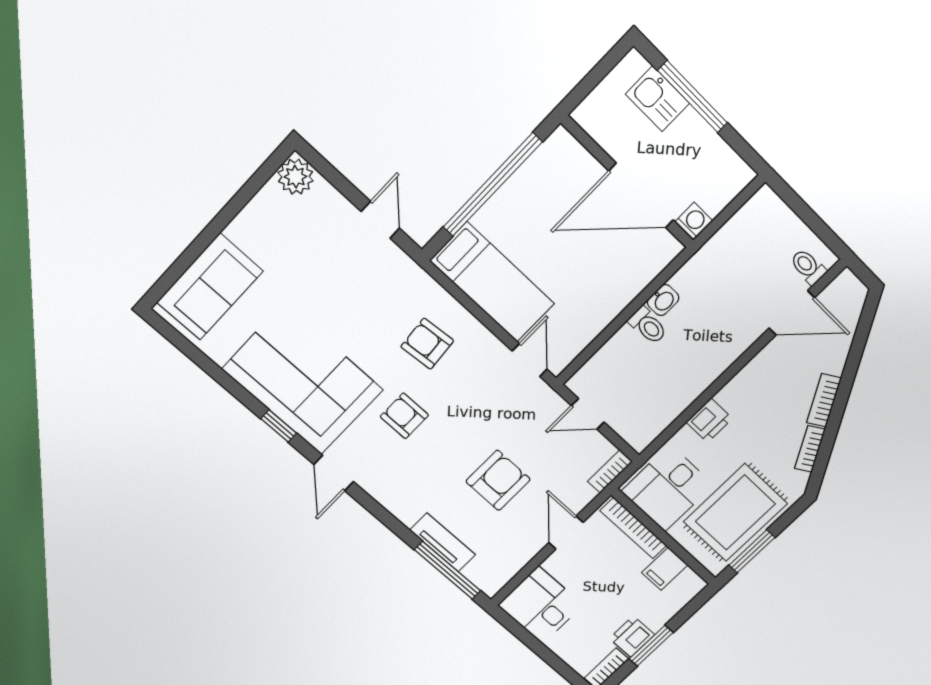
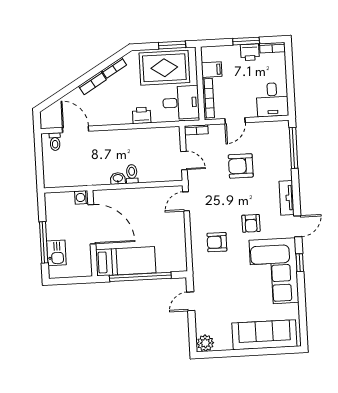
bed: (492, 282) -> (126, 261), moved, turned 90
sofa: (210, 287) -> (264, 335), width x1.36
armchair: (427, 344) -> (217, 242), turned 95
tv unit: (443, 542) -> (287, 198), moved

